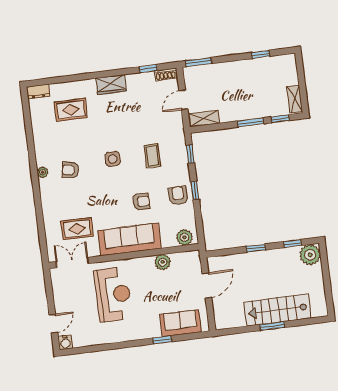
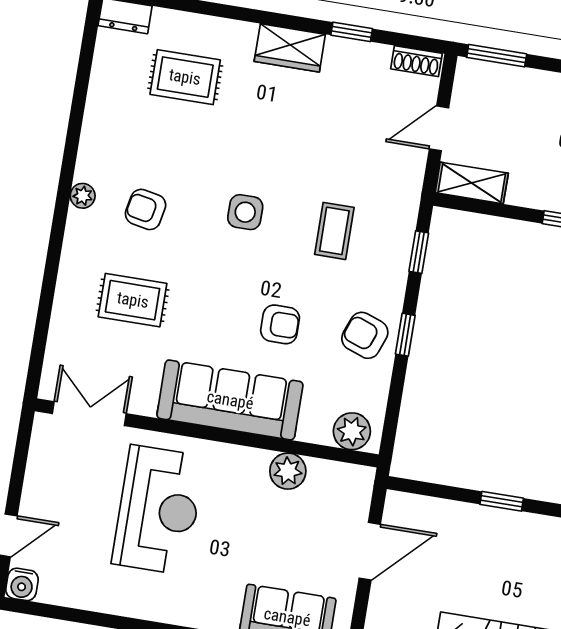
window: (148, 69) -> (352, 32), moved
armchair: (178, 196) -> (365, 335), turned -70
rug: (77, 229) -> (133, 300), moved

